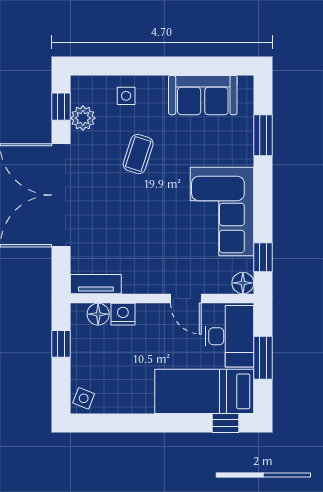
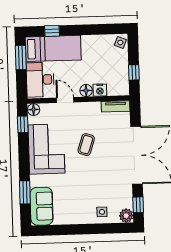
sofa: (203, 95) -> (42, 206), moved, turned 90
plant: (83, 118) -> (126, 216), moved
coffee table: (138, 154) -> (86, 145), moved
floor lamp: (98, 314) -> (86, 91), moved
window: (263, 358) -> (21, 58), moved
window: (226, 423) -> (52, 31), moved

